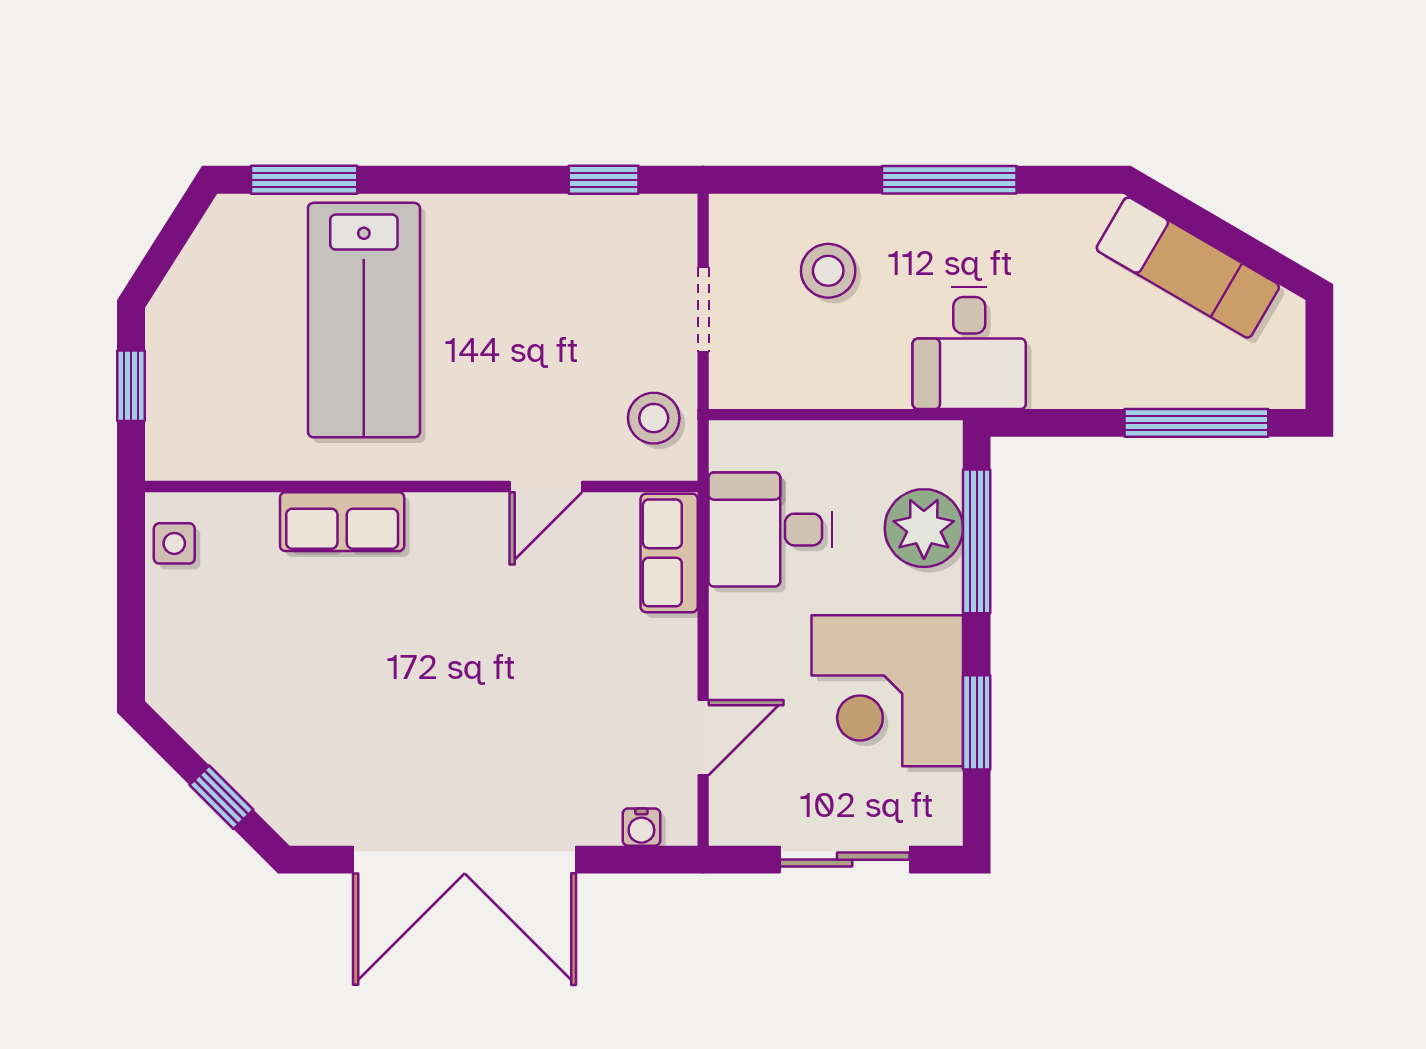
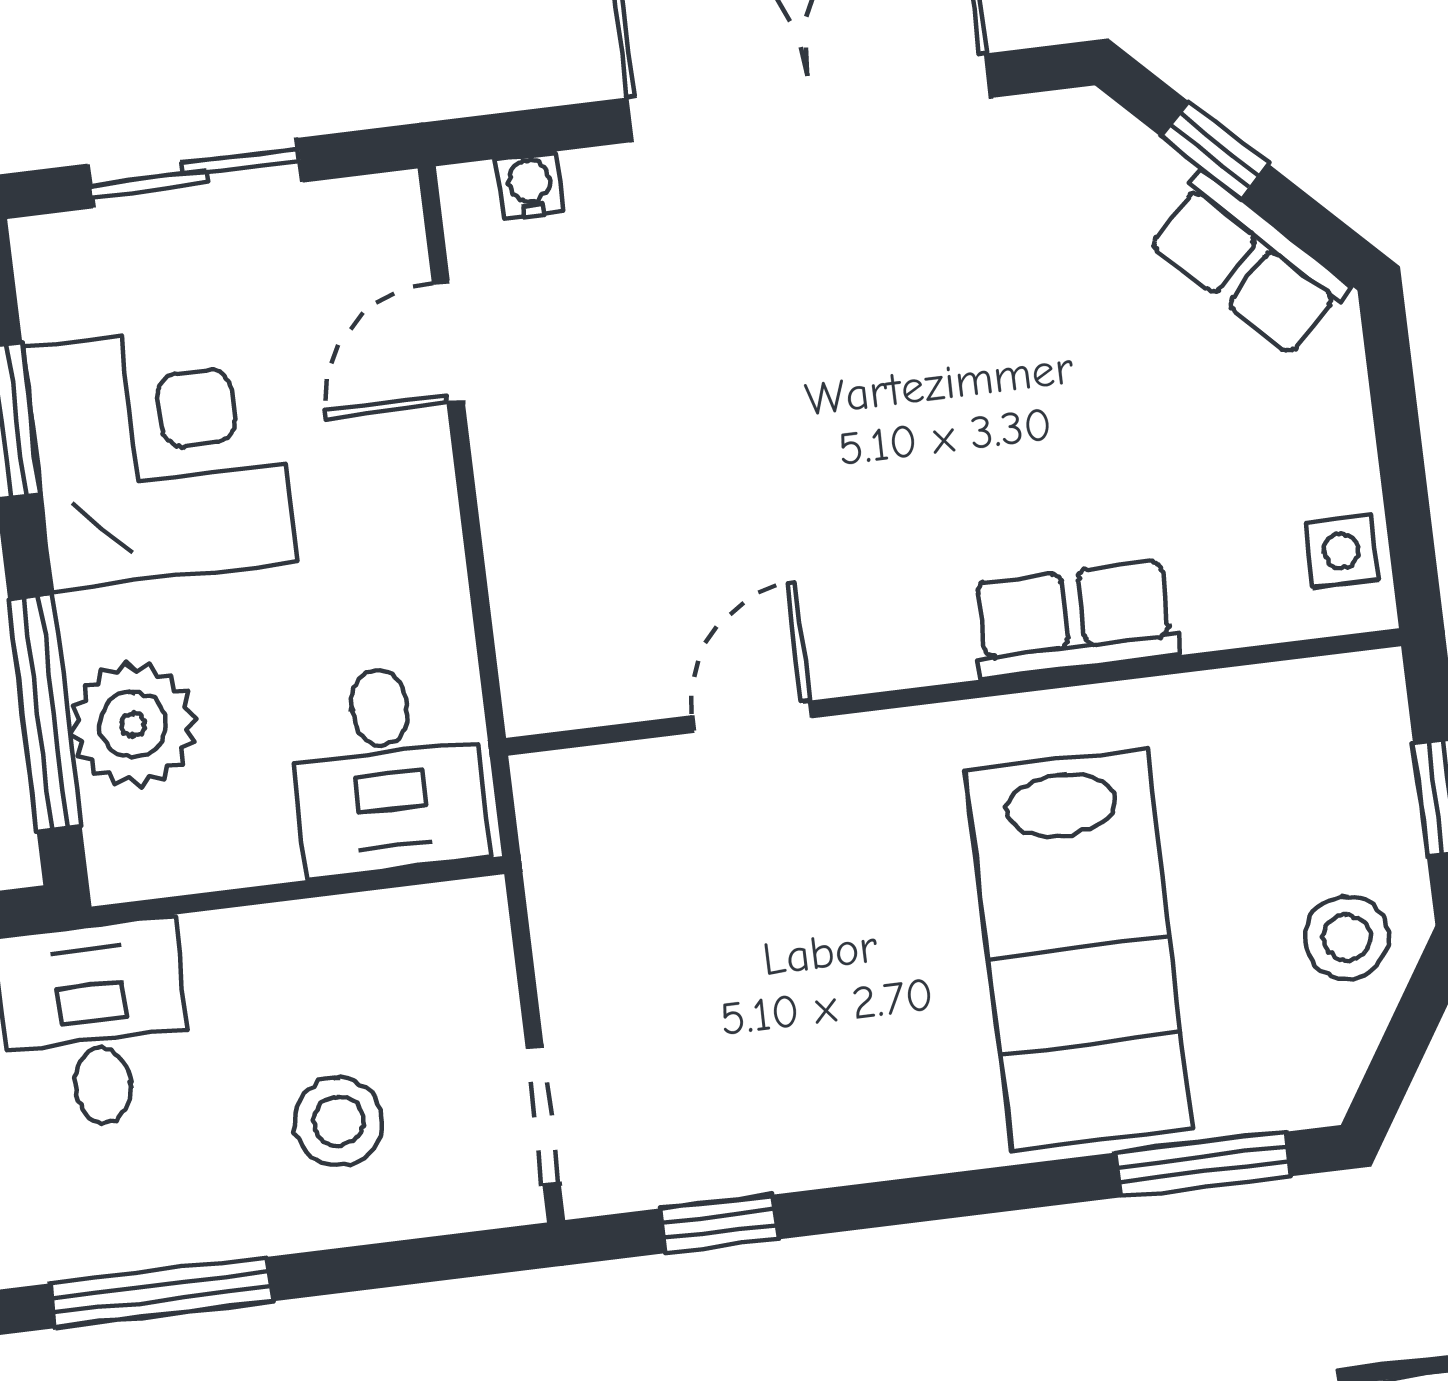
doorway: (703, 309) -> (543, 1116), moved
lab bench: (364, 320) -> (1079, 949), turned 180
stool: (654, 418) -> (1347, 937), moved
desk: (770, 530) -> (387, 769), moved, turned 90
row of seats: (669, 553) -> (1249, 264), moved, turned 135

